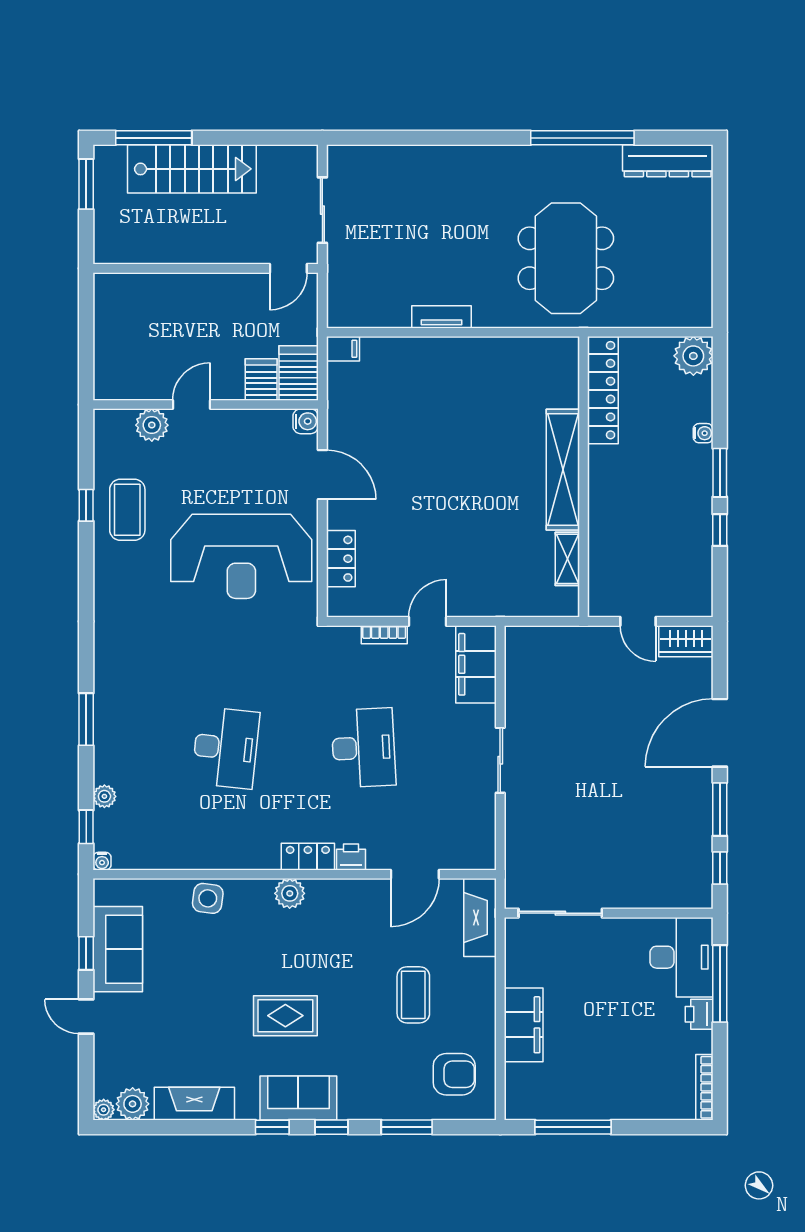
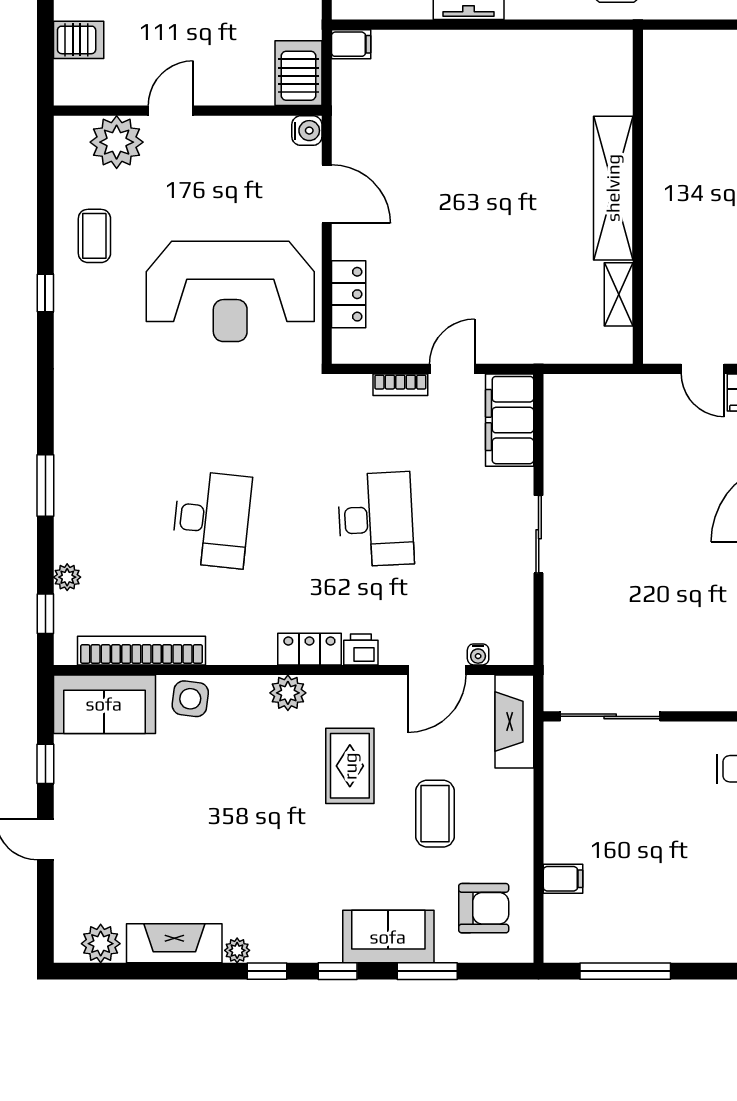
server rack: (261, 379) -> (79, 40), moved, turned 90
locker: (603, 390) -> (661, 93), removed
plant: (152, 425) -> (117, 142), width x1.36, depth x1.36
window: (86, 505) -> (45, 293), moved
coffee table: (127, 510) -> (94, 236), width x0.73, depth x0.77
bookcase: (167, 858) -> (142, 651), added
water cooler: (102, 861) -> (478, 654), moved
sofa: (118, 949) -> (104, 704), moved, turned 90
rug: (285, 1016) -> (350, 766), moved, turned 90
filing cabinet: (524, 1025) -> (563, 879), width x0.33, depth x0.86
sofa: (298, 1098) -> (388, 937), moved
plant: (104, 1110) -> (237, 950), moved

